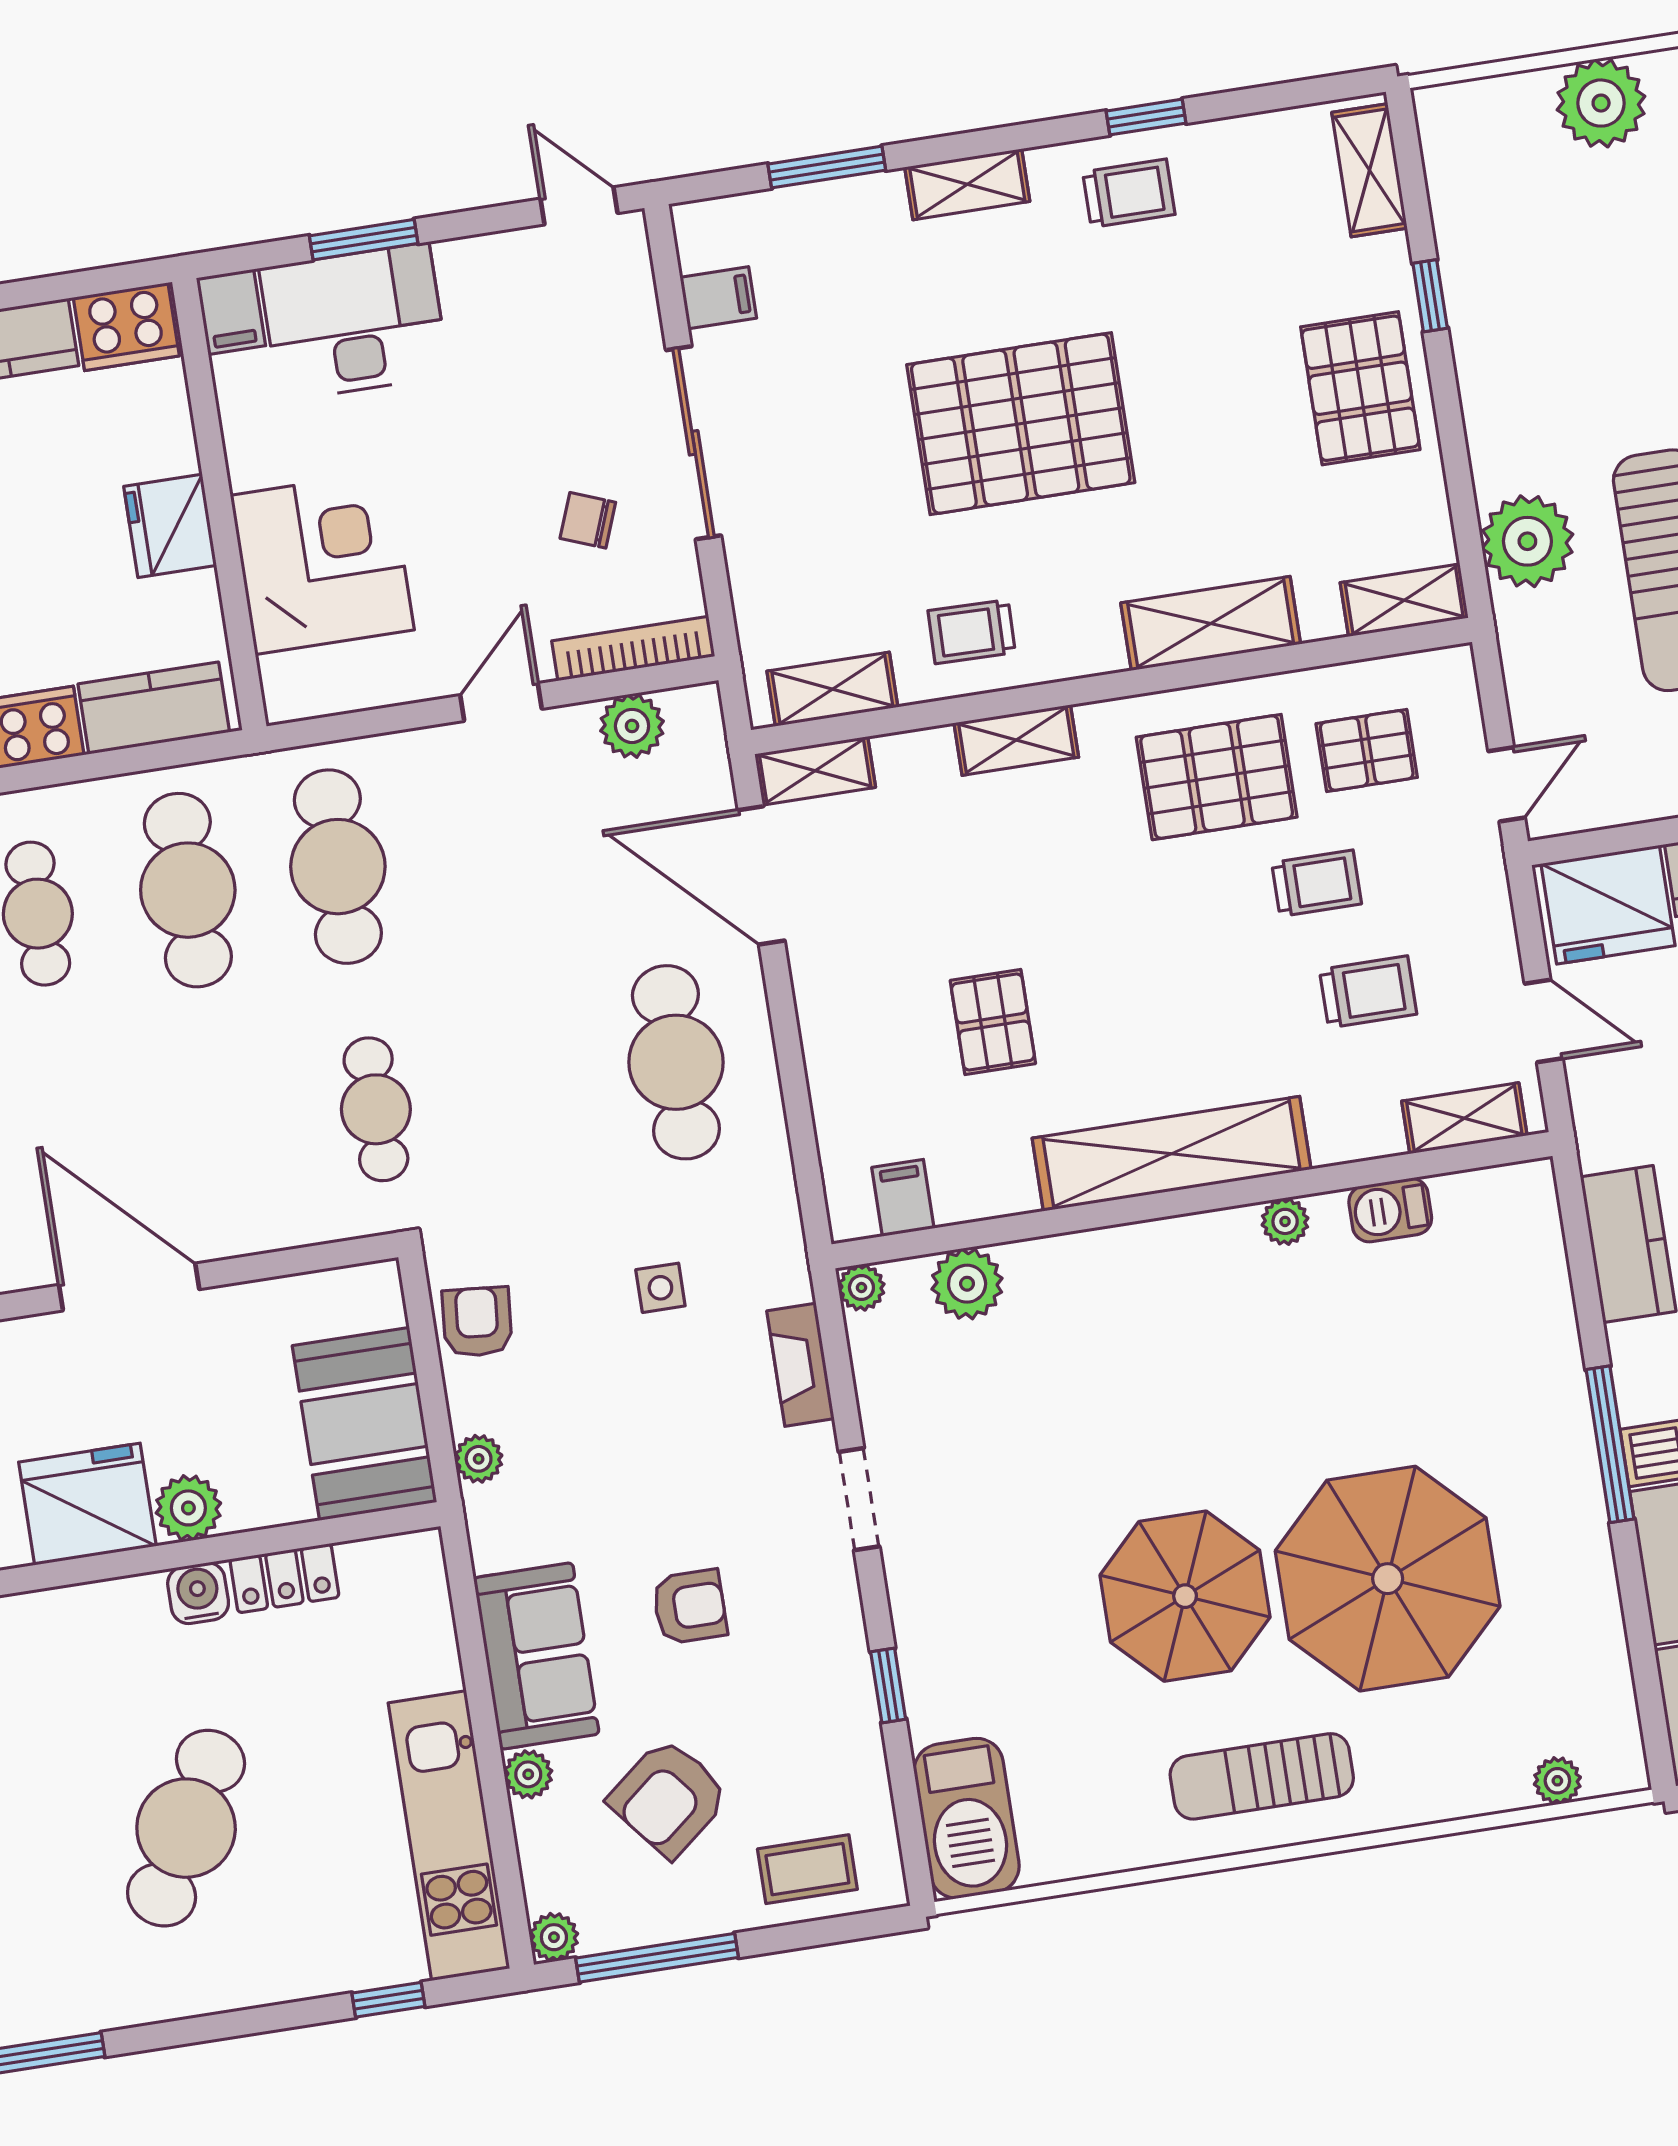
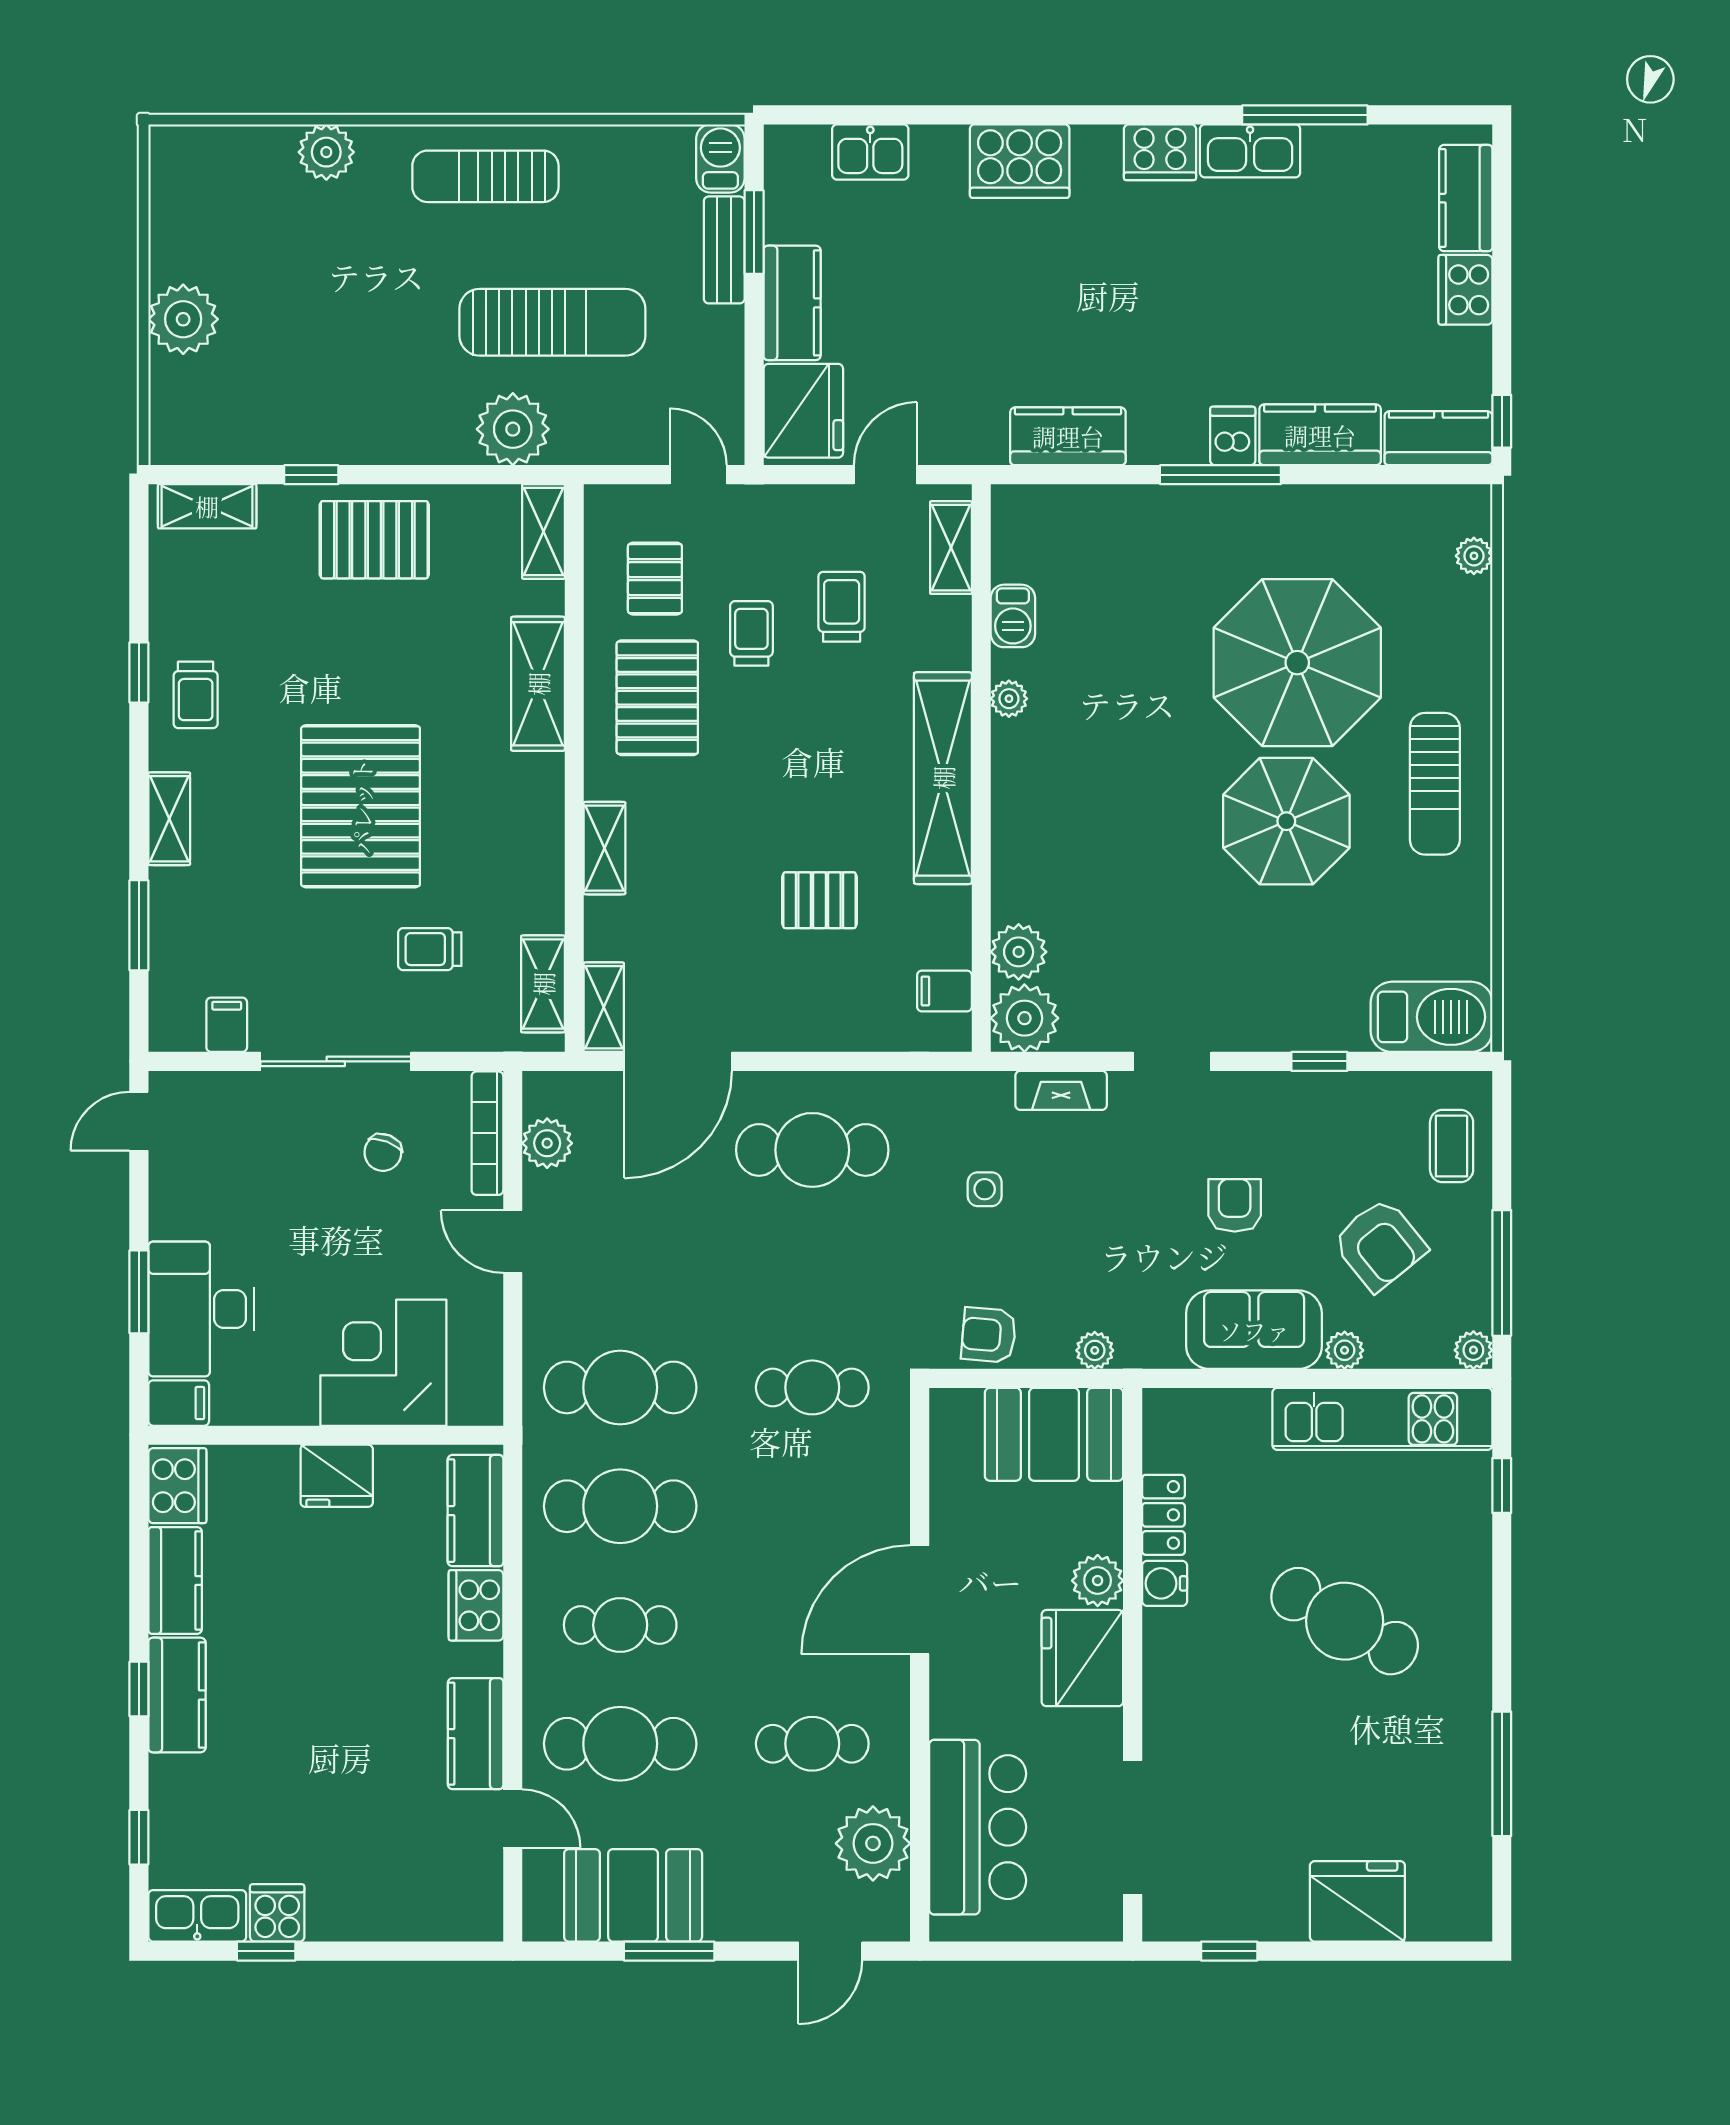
trolley: (1129, 193) -> (196, 695), turned 180
trolley: (972, 632) -> (430, 949), moved, turned 89
plant: (861, 1288) -> (1024, 1018), width x1.87, depth x1.87

